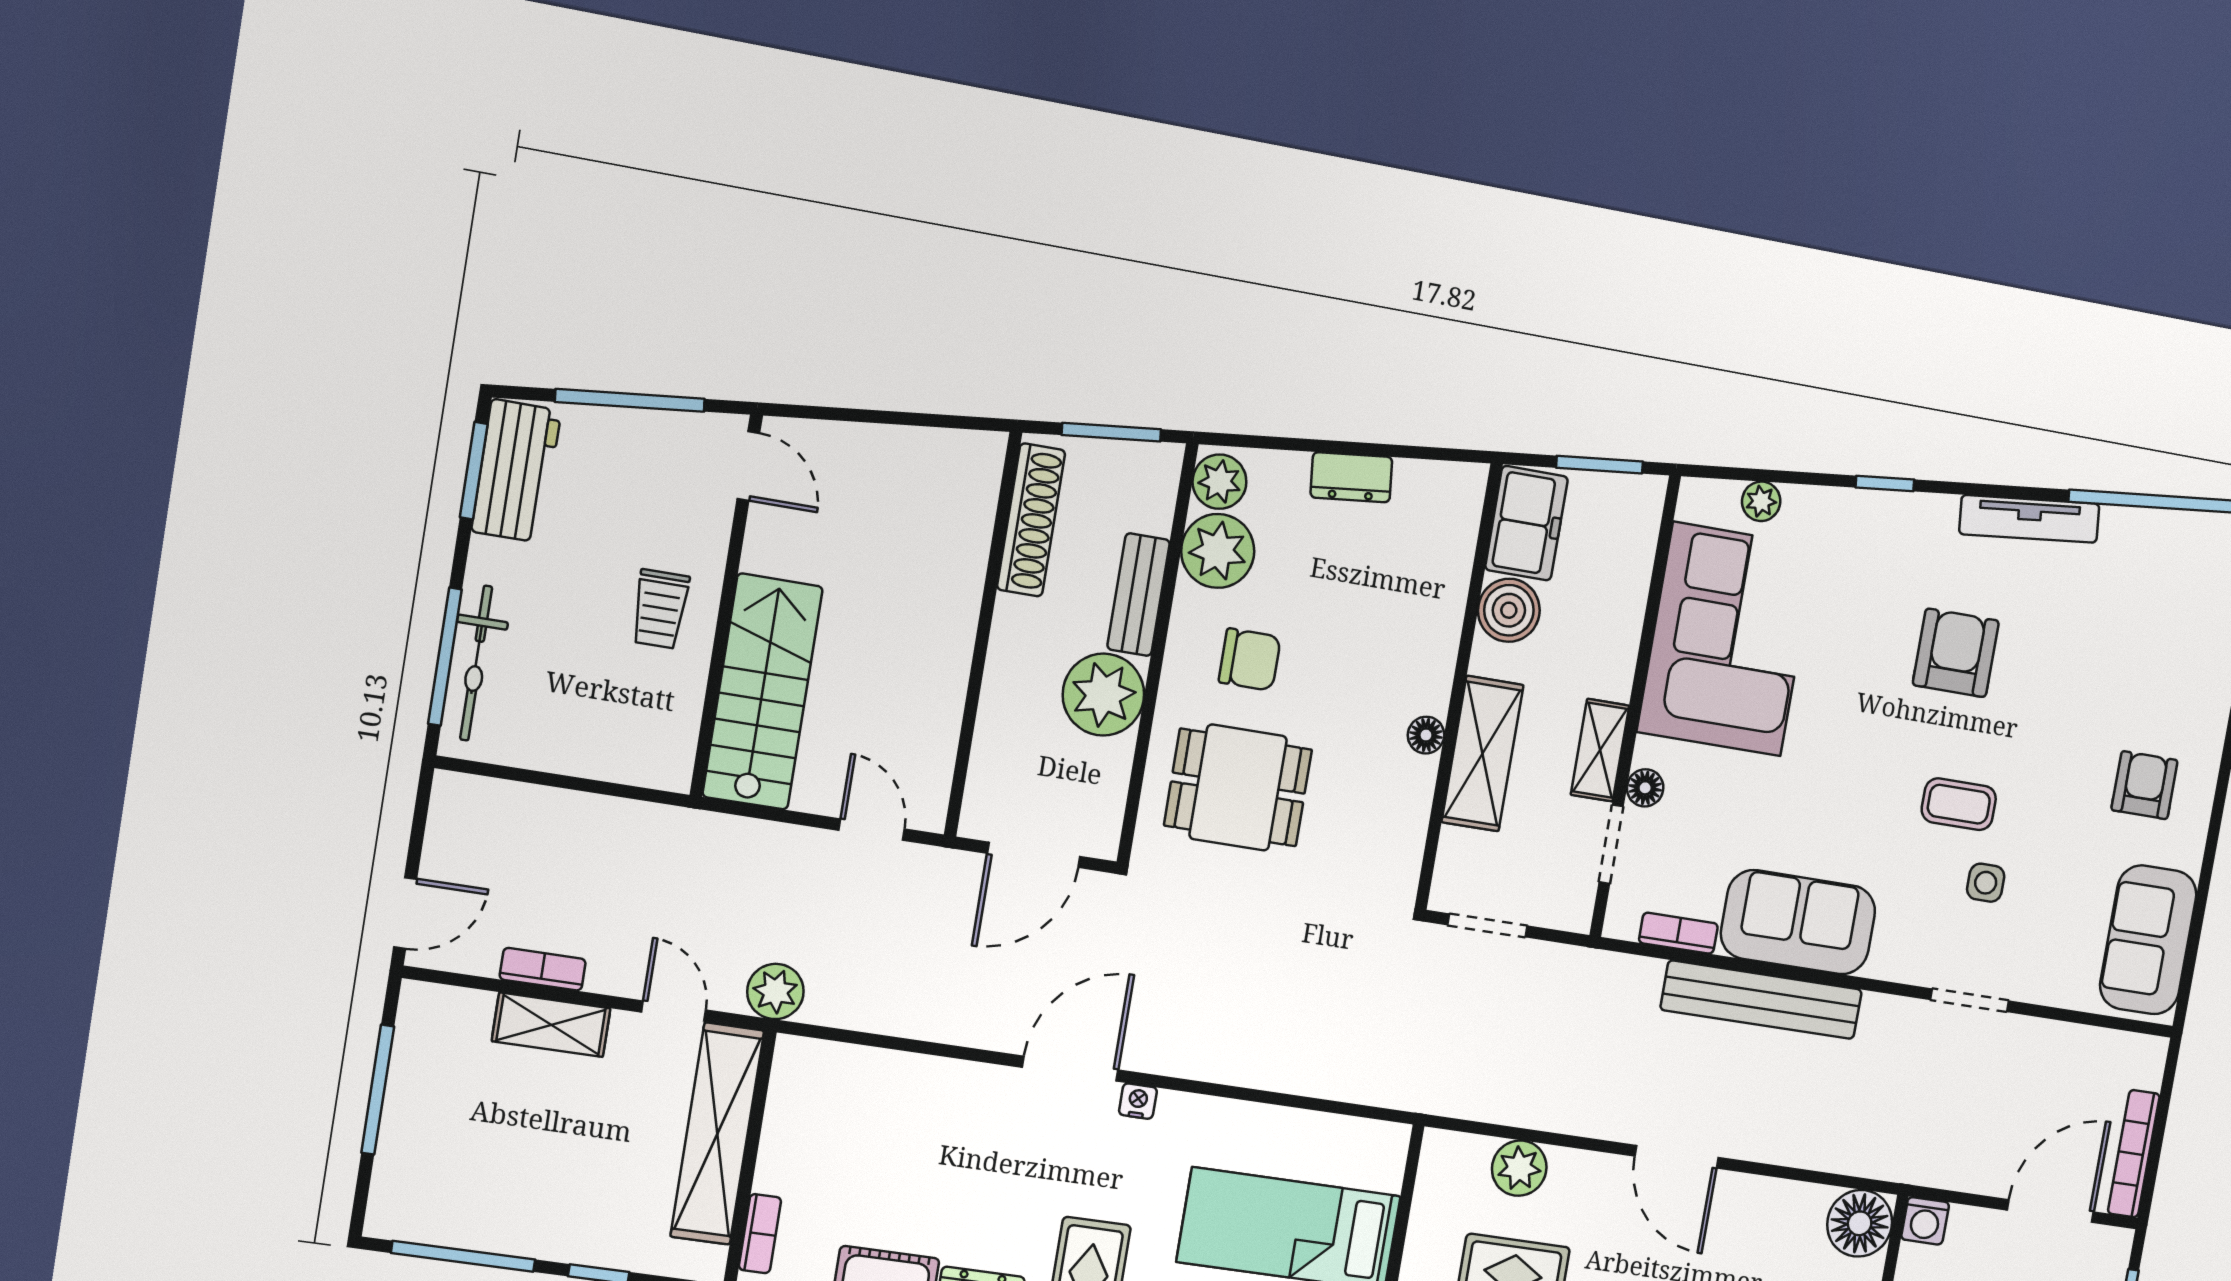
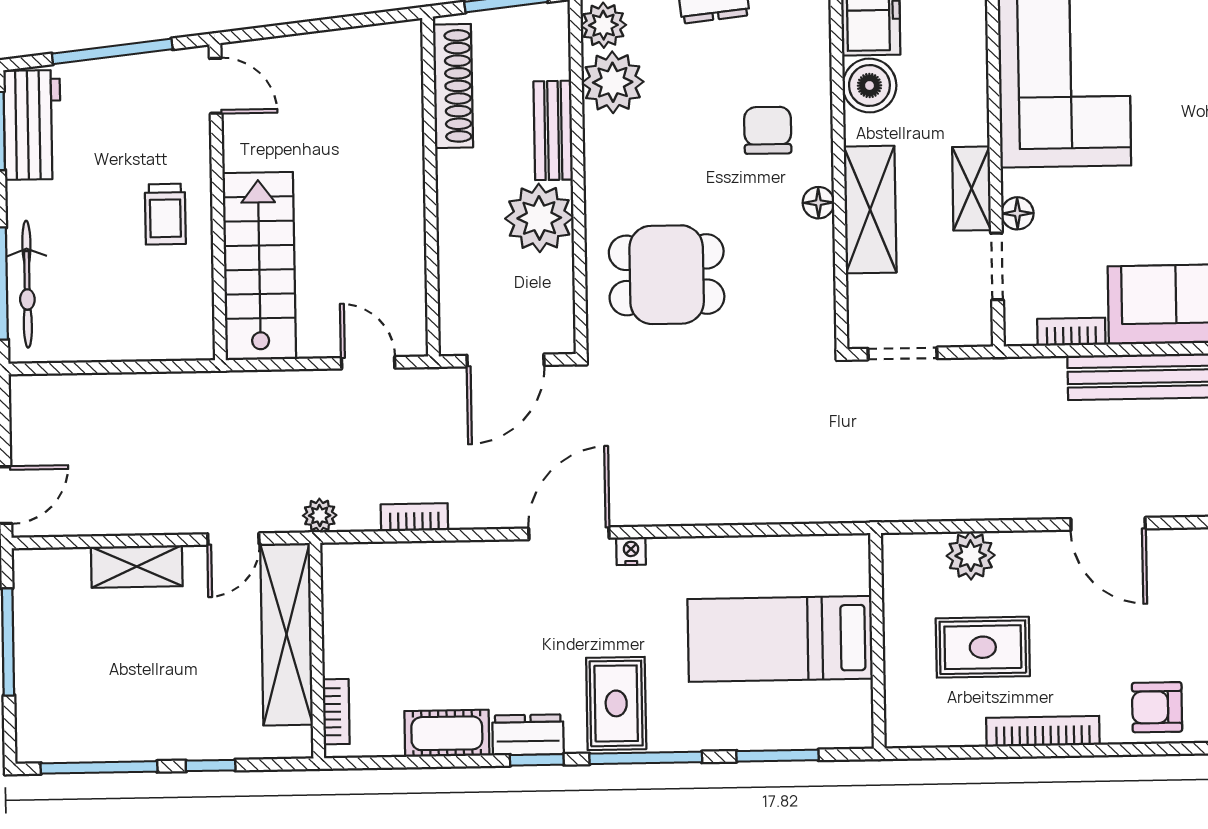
chair: (1250, 660) -> (768, 130), moved, turned -90
bookcase: (543, 969) -> (414, 517), moved
plant: (775, 991) -> (320, 515), width x0.73, depth x0.73
door: (674, 1011) -> (233, 539), swing flipped

